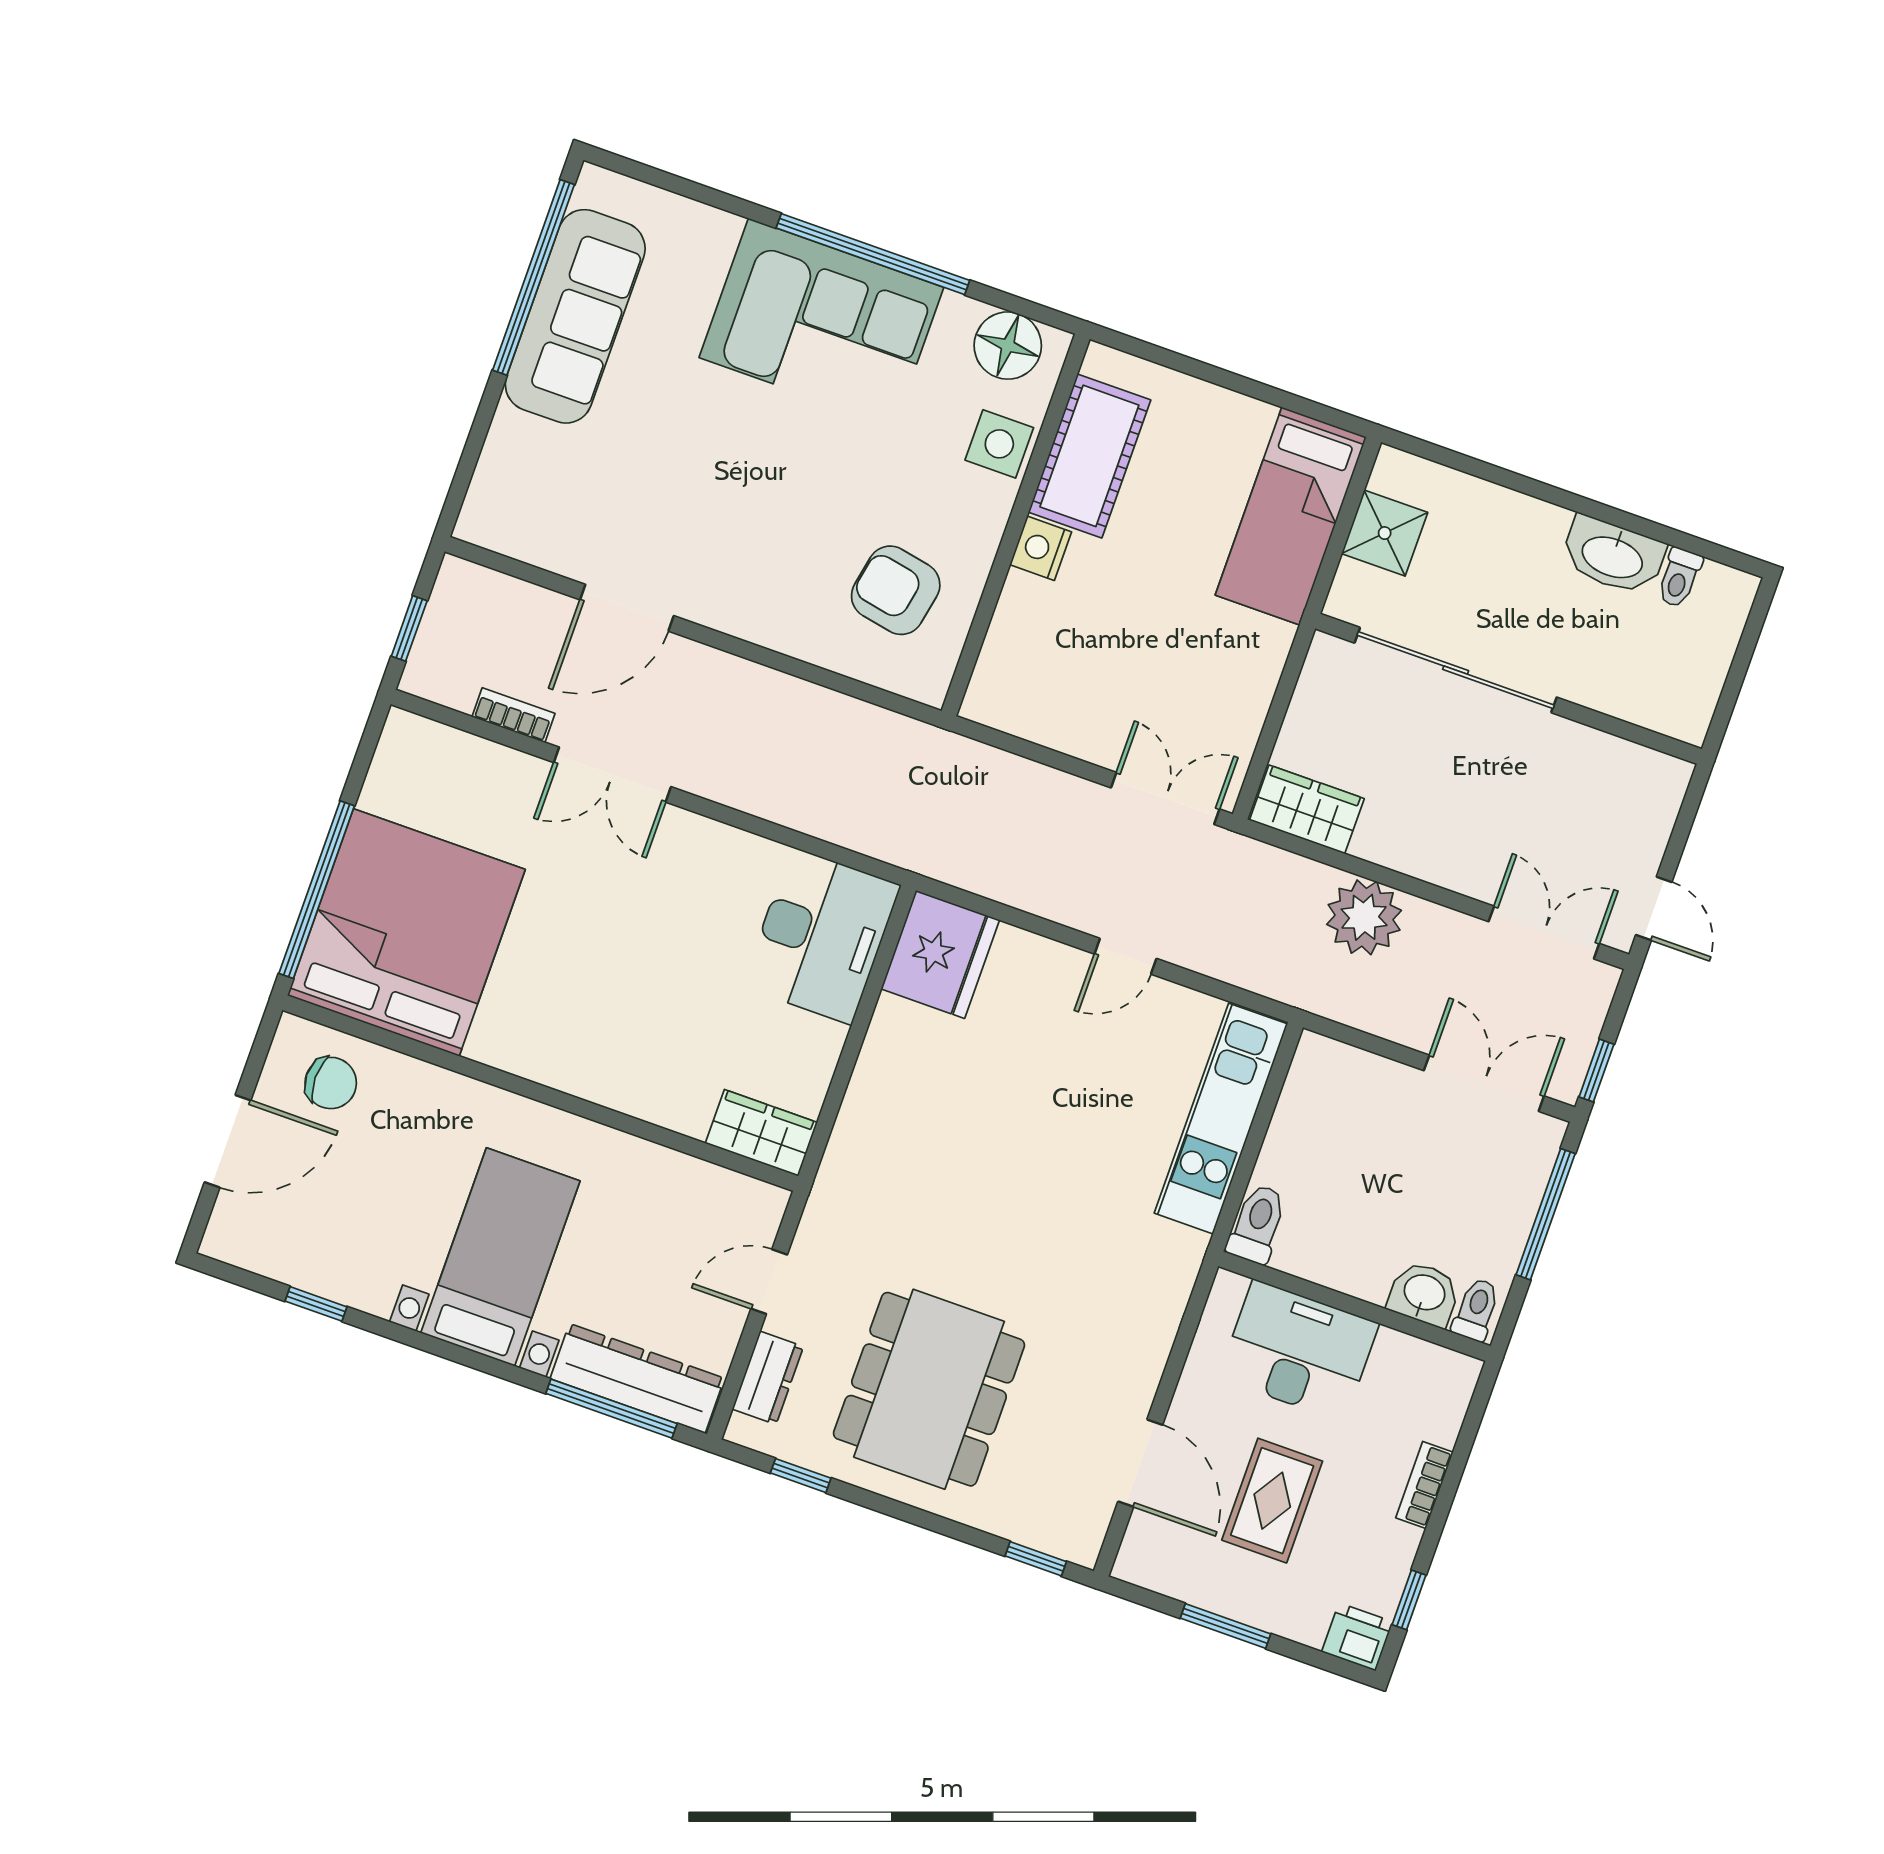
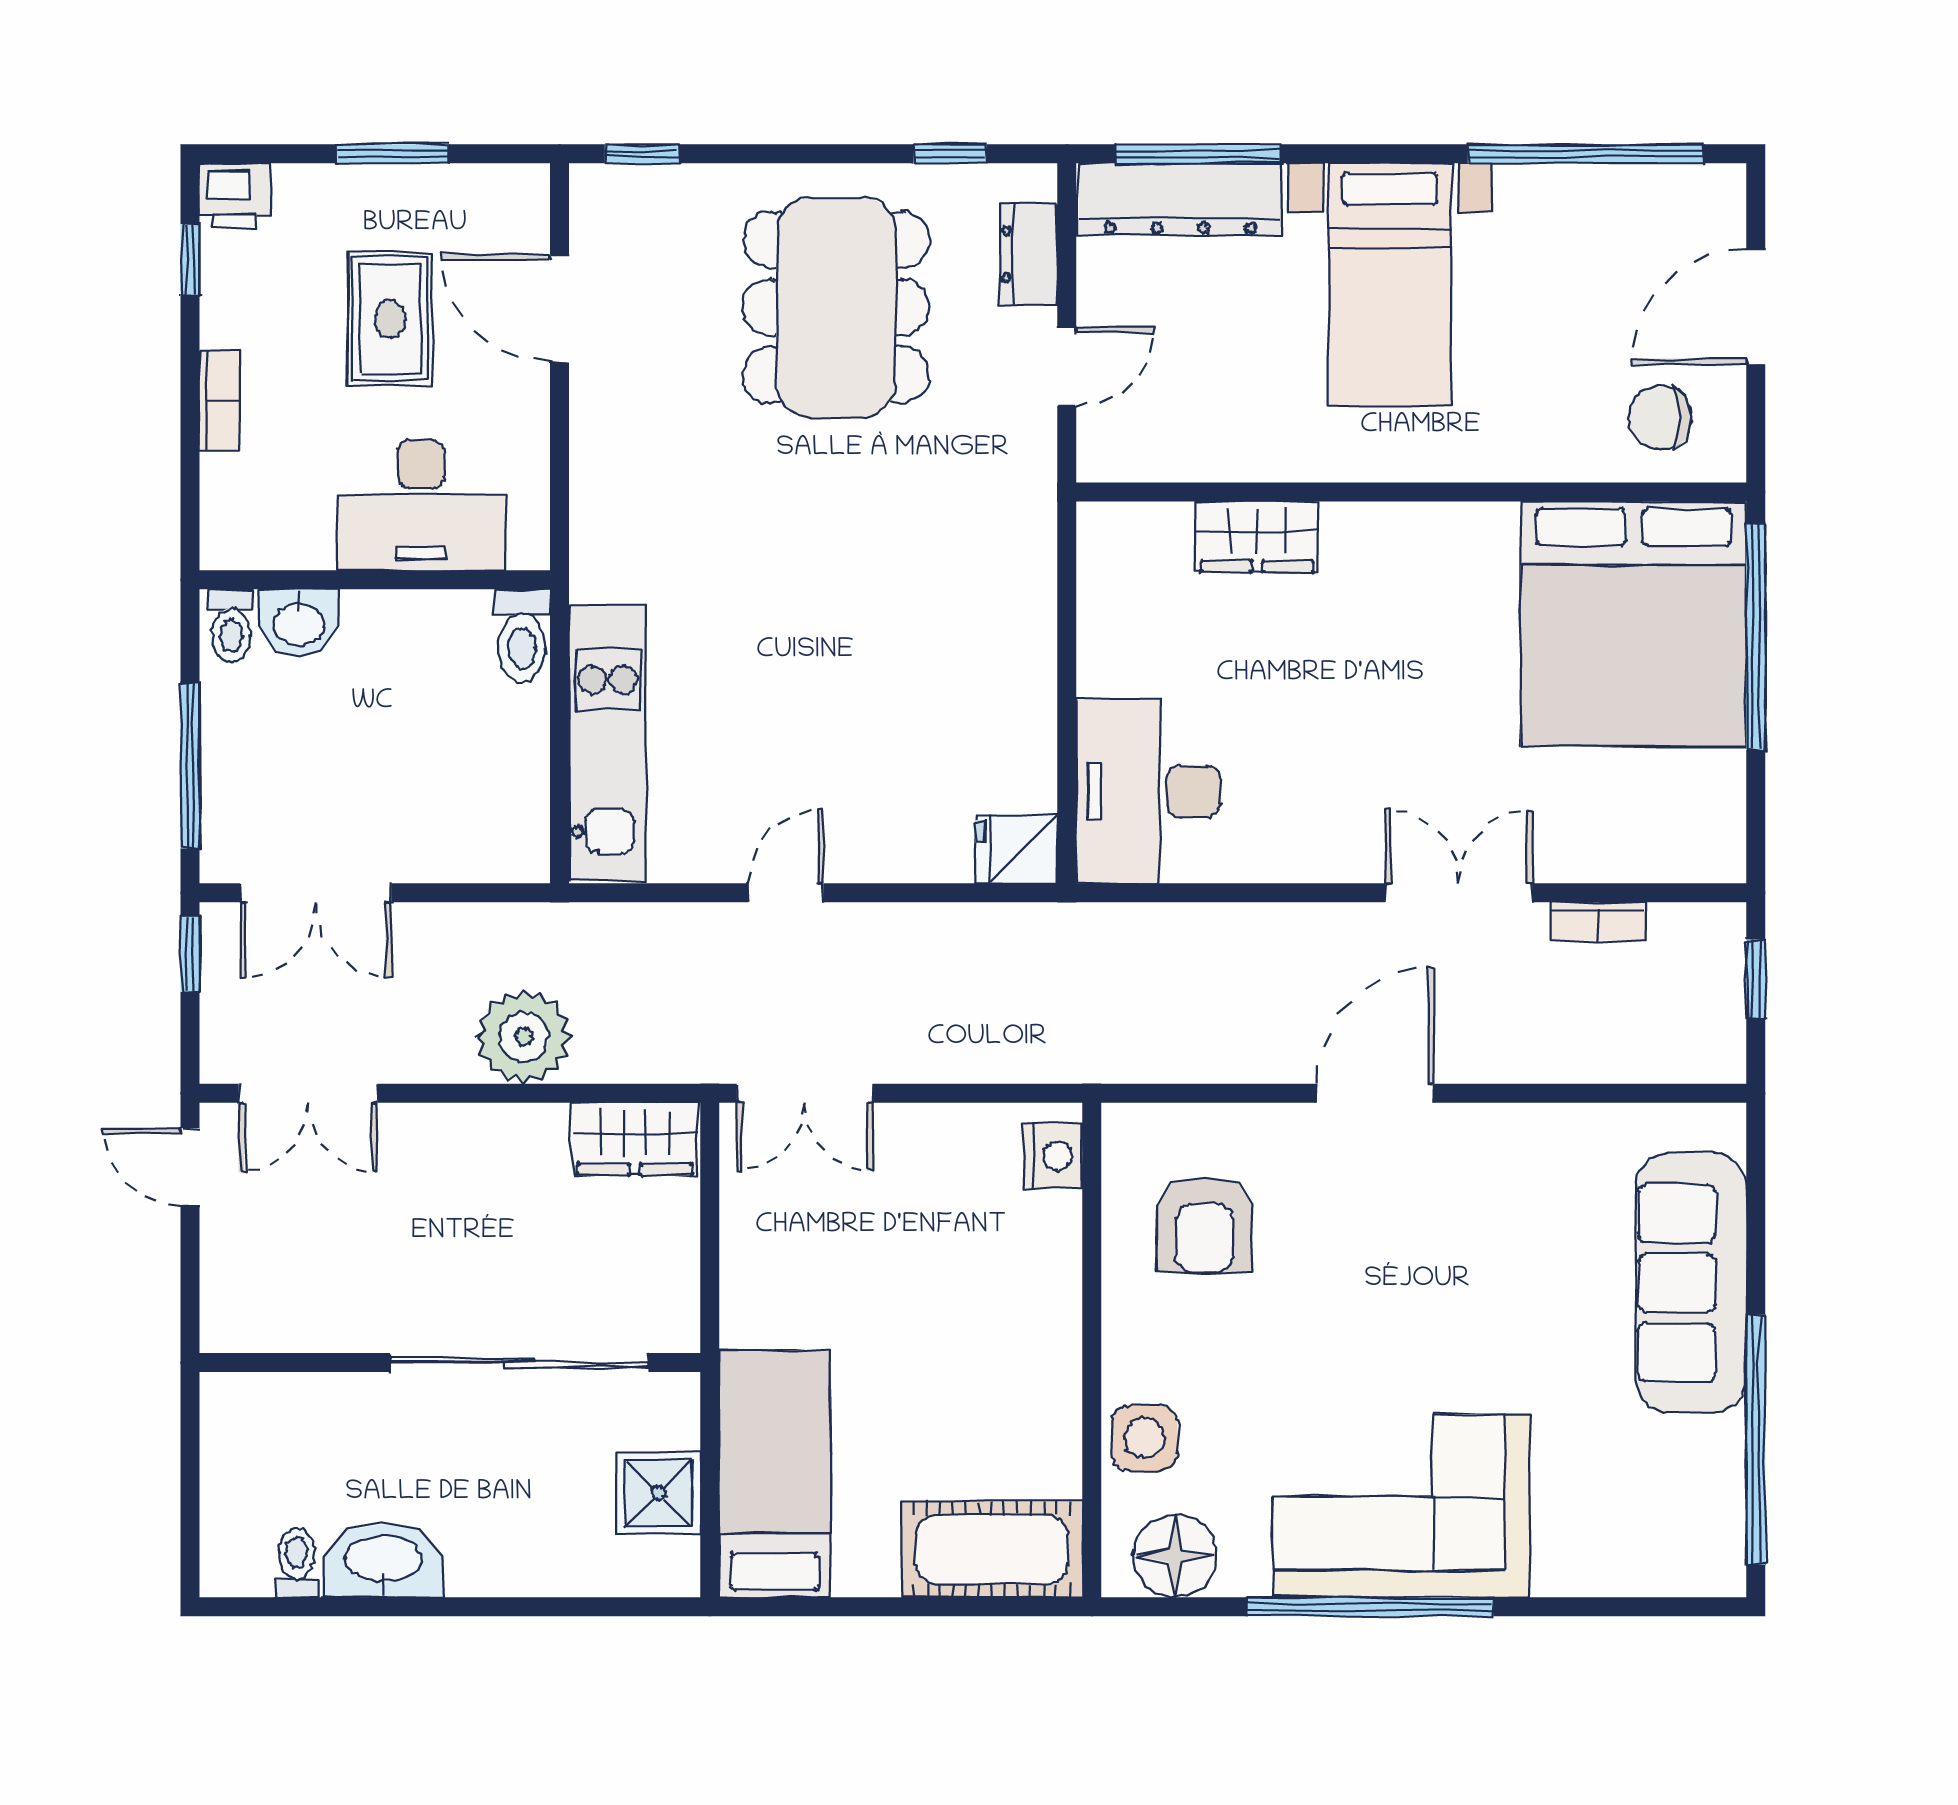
sofa: (575, 316) -> (1691, 1283), moved
cot: (1089, 456) -> (992, 1549), moved, turned 90
nightstand: (1041, 548) -> (1053, 1156), moved
armchair: (896, 590) -> (1205, 1225), turned 79
door: (627, 608) -> (1375, 1093), moved
fridge: (940, 954) -> (1016, 849), width x0.53, depth x0.75
wardrobe: (761, 1133) -> (1257, 537), moved
window: (316, 1304) -> (1586, 154), width x3.17

